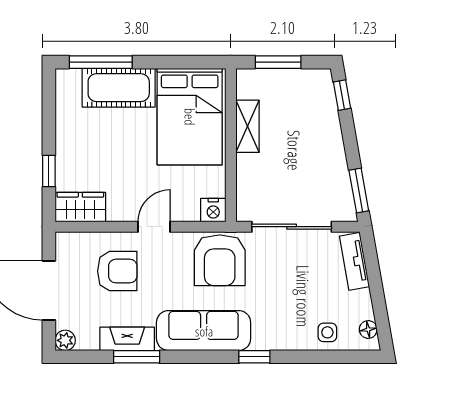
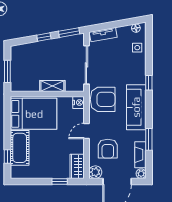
window: (101, 62) -> (7, 157), width x0.46
window: (342, 95) -> (44, 37), moved
shelving: (248, 126) -> (52, 86), moved
door: (154, 227) -> (86, 131), hinge flipped
plant: (68, 245) -> (95, 172), added
armchair: (117, 271) -> (108, 149), turned 180
fireplace: (127, 339) -> (140, 155), moved

